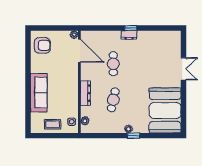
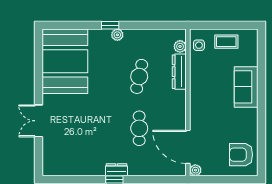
sofa: (39, 93) -> (246, 87), width x0.73
dresser: (85, 93) -> (179, 72), moved

